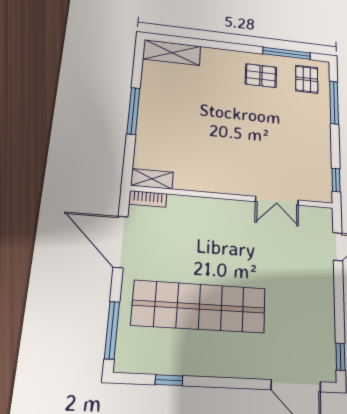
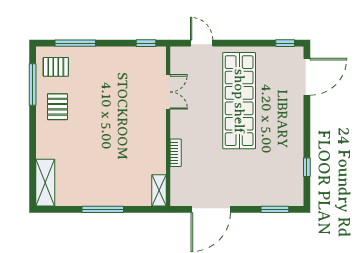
bookcase: (148, 199) -> (176, 153), moved
shop shelf: (199, 307) -> (239, 101), moved
window: (112, 330) -> (275, 209), width x0.69

